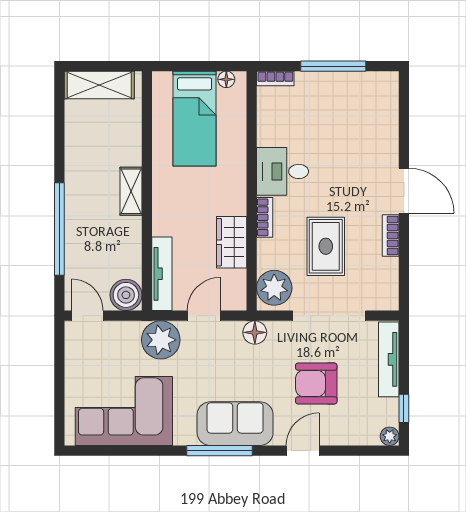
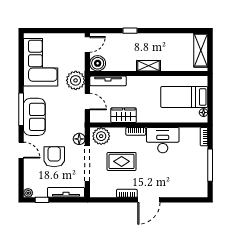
desk: (283, 171) -> (163, 140), width x1.37
window: (59, 229) -> (130, 31), width x0.32
floor lamp: (255, 332) -> (79, 139), moved

